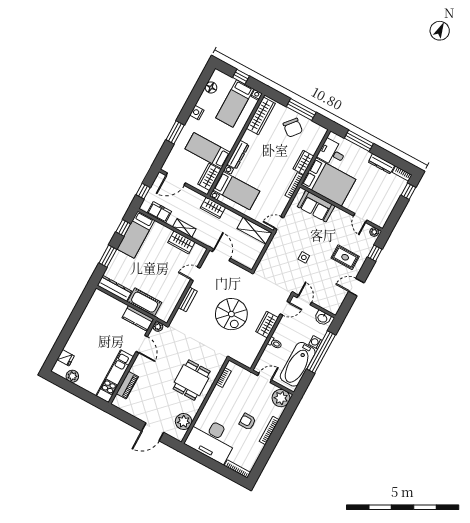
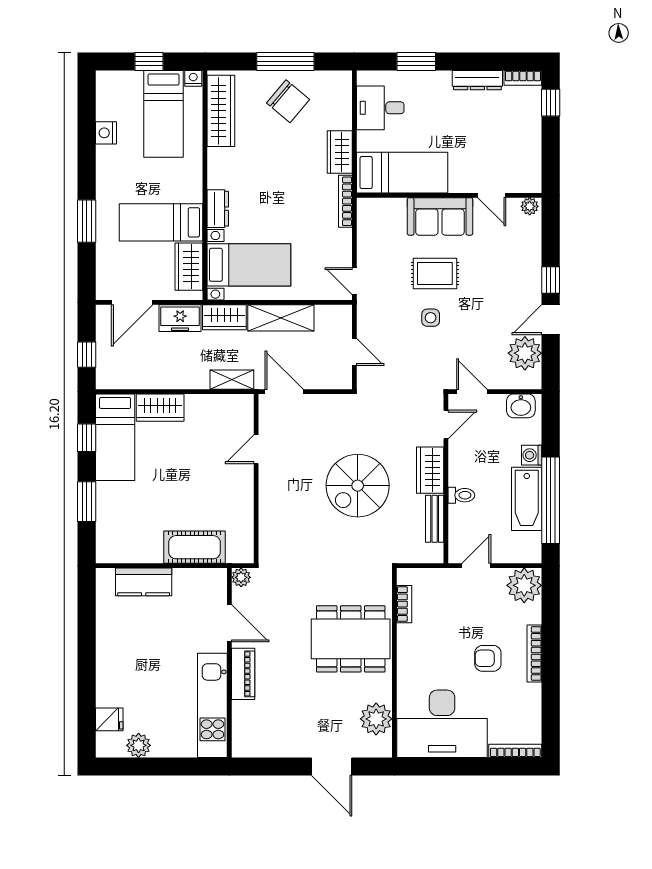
floor lamp: (211, 87) -> (107, 109), removed
nightstand: (197, 113) -> (106, 133), moved
window: (359, 141) -> (416, 61), width x0.69
dresser: (238, 155) -> (218, 209), width x0.70
bed: (328, 182) -> (402, 173), width x0.67
sofa: (316, 206) -> (440, 216), moved
freezer: (159, 212) -> (180, 318), moved, turned 180
door: (279, 223) -> (354, 281), hinge flipped
shelving: (184, 228) -> (232, 380), moved
shelving: (255, 231) -> (281, 318), moved
wardrobe: (181, 242) -> (160, 408), moved
window: (375, 253) -> (551, 280), moved
door: (262, 254) -> (354, 352), added
rug: (345, 257) -> (435, 273), moved
dresser: (115, 288) -> (129, 552), removed
plant: (337, 296) -> (525, 353), added
bench: (188, 299) -> (435, 519), moved
spiral stairs: (231, 314) -> (358, 486), turned 90
kitchen counter: (138, 318) -> (144, 582), moved
window: (321, 352) -> (551, 500), moved
bathtub: (298, 364) -> (527, 499), width x0.73, depth x0.73
dining table: (192, 380) -> (351, 639), width x1.38
piano: (127, 385) -> (243, 674), moved
door: (153, 432) -> (332, 766), hinge flipped

